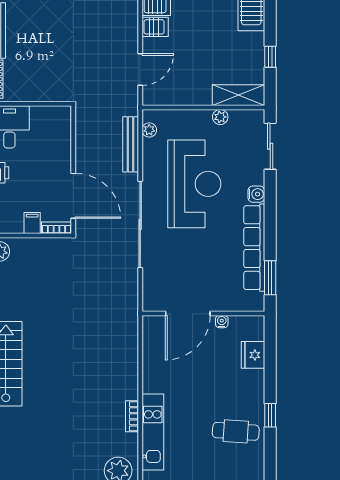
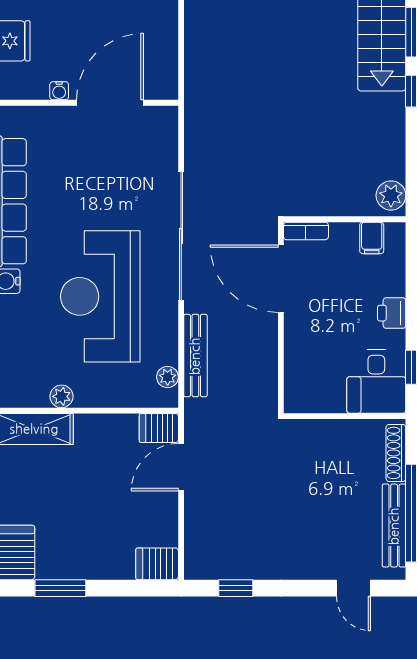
server rack: (155, 27) -> (159, 428), moved
filing cabinet: (32, 223) -> (372, 238), moved

